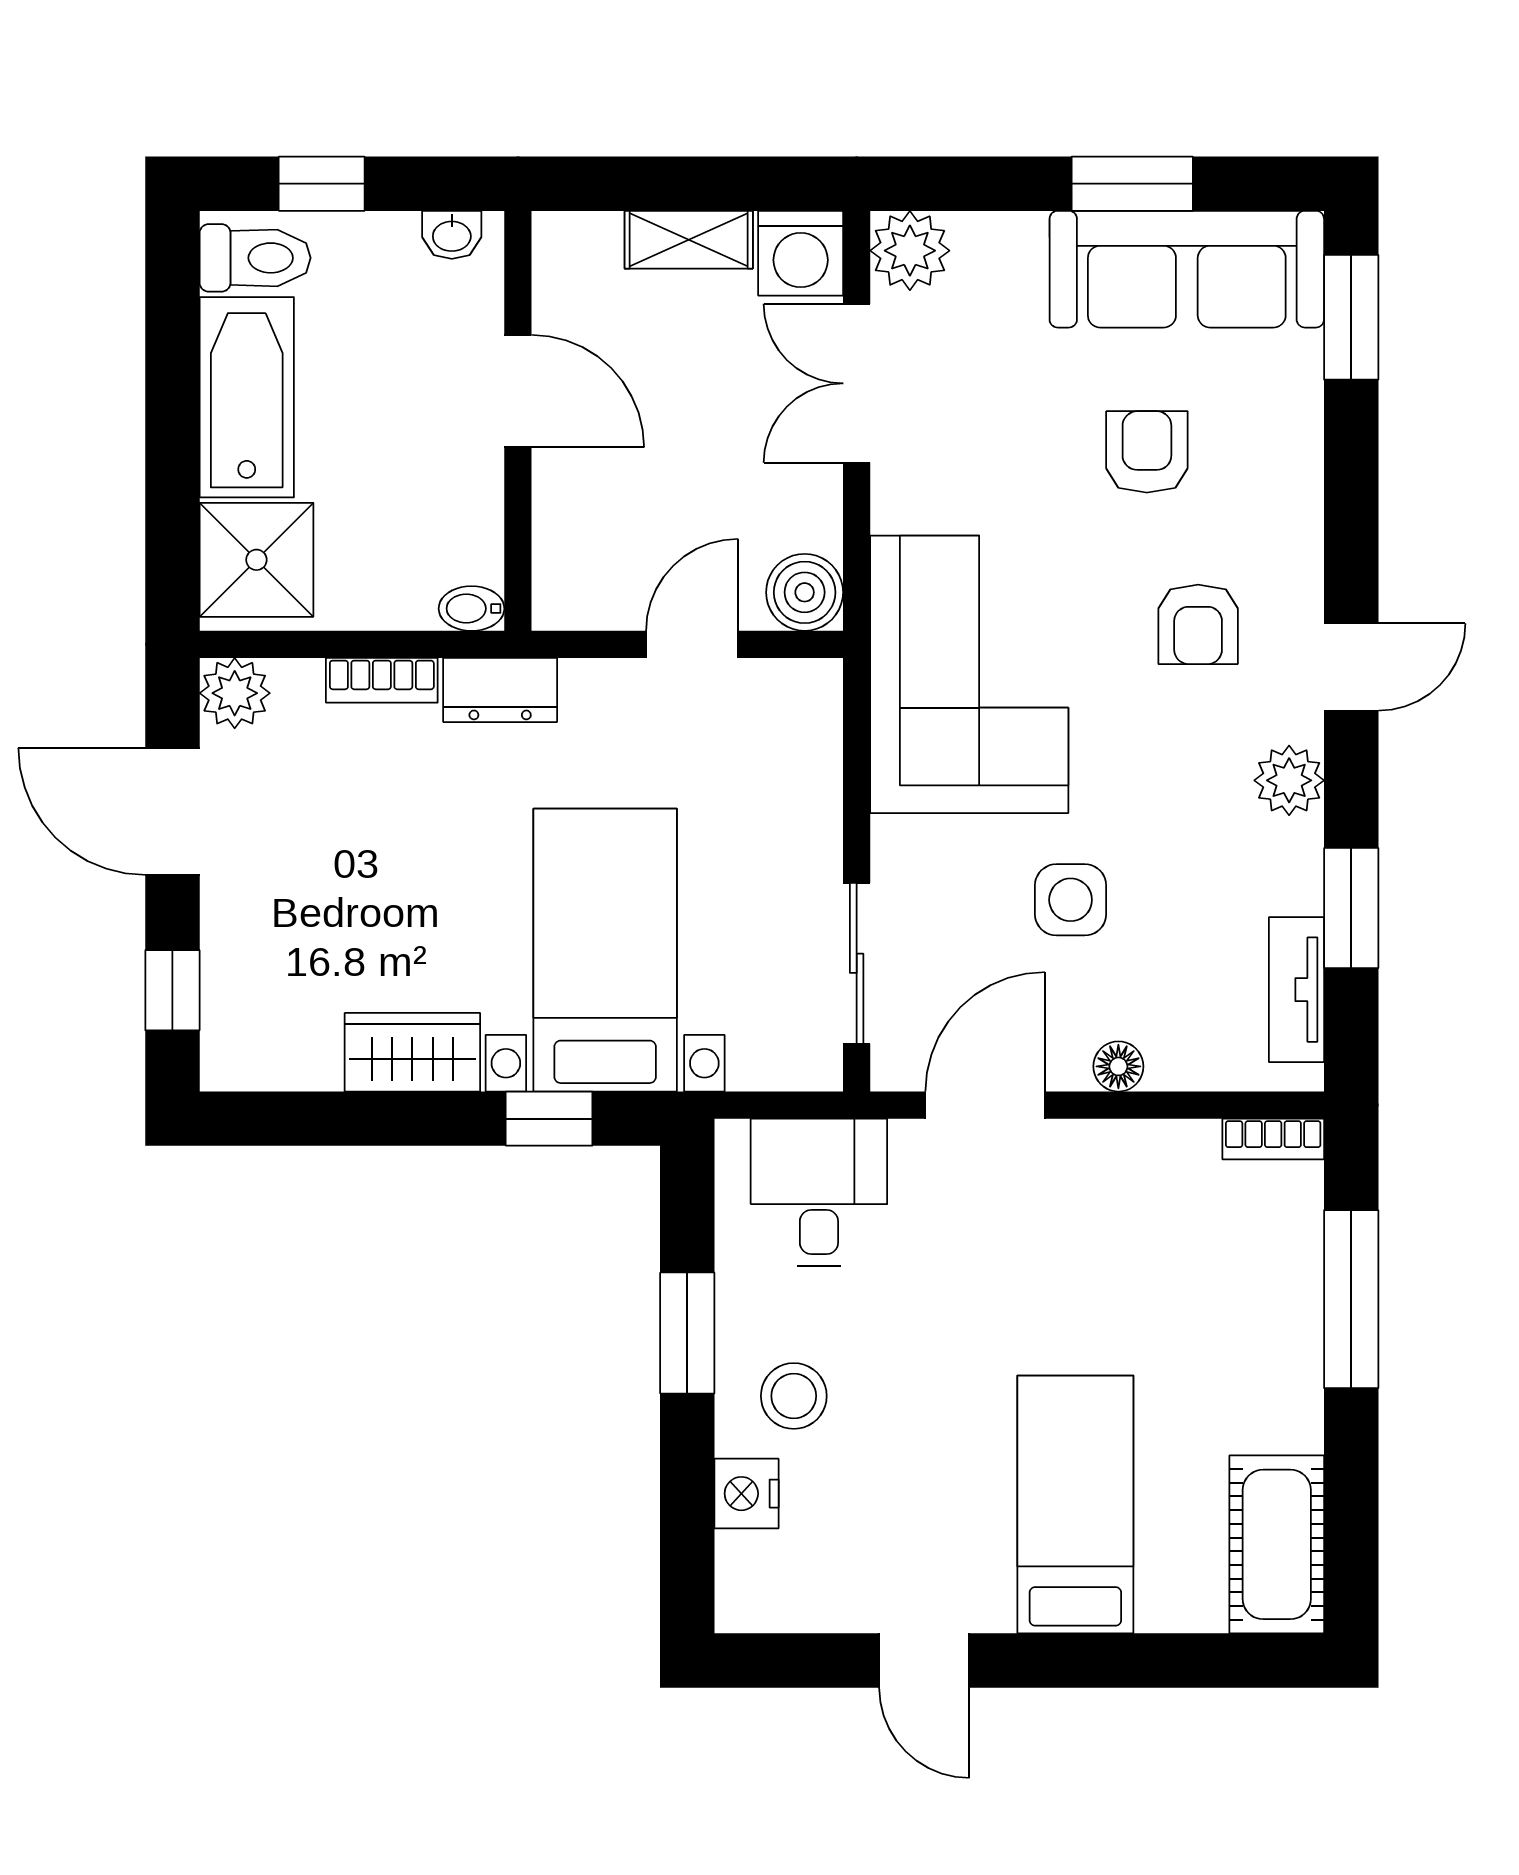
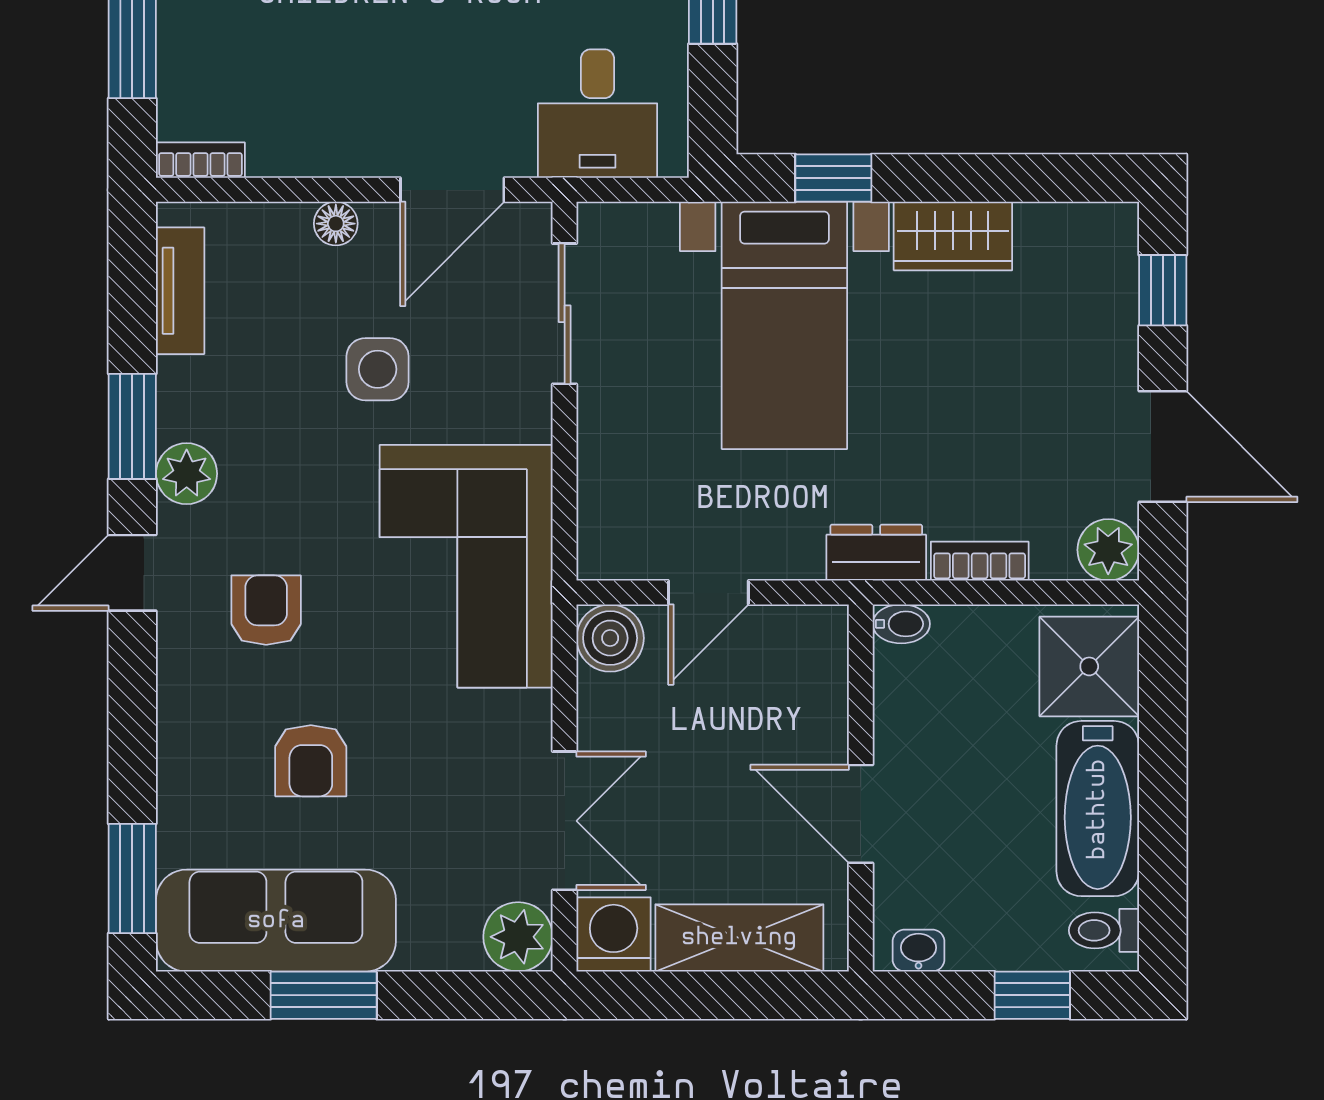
shelving: (689, 240) -> (739, 938), width x1.50, depth x1.33
toilet: (255, 258) -> (1104, 930), width x0.73, depth x0.72
window: (1351, 908) -> (132, 426), moved

